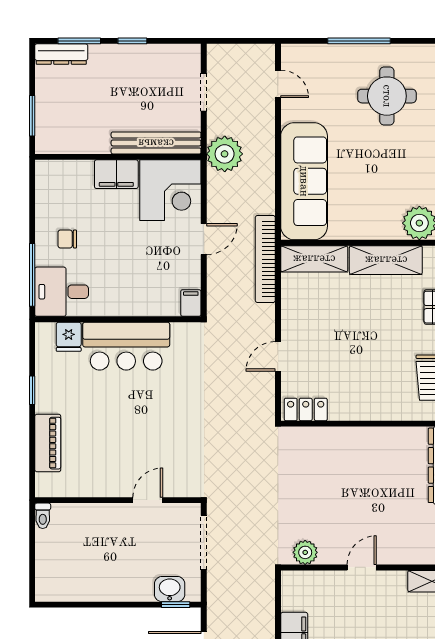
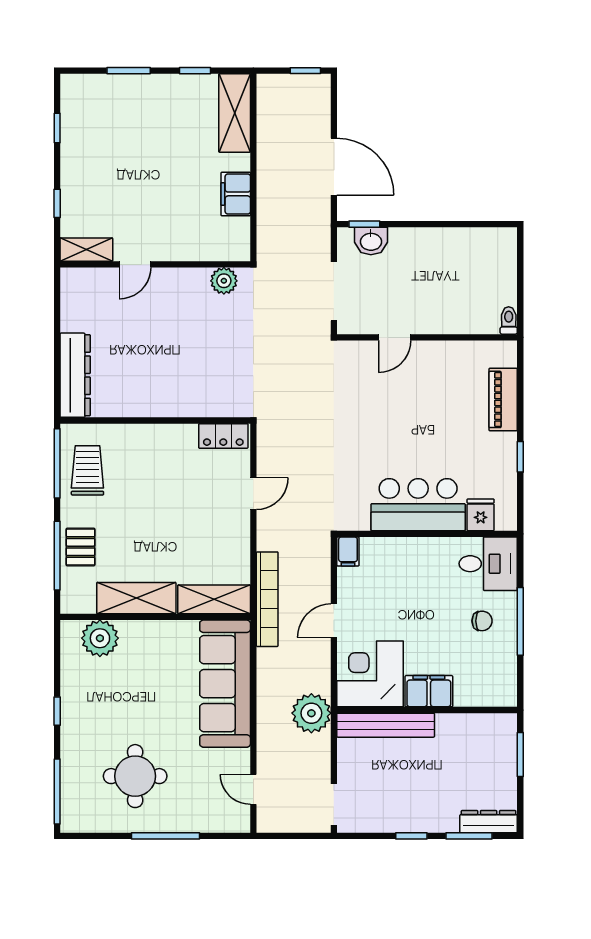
doorway: (204, 92) -> (334, 805), moved
window: (32, 275) -> (520, 621), moved
door: (362, 567) -> (135, 264), moved

